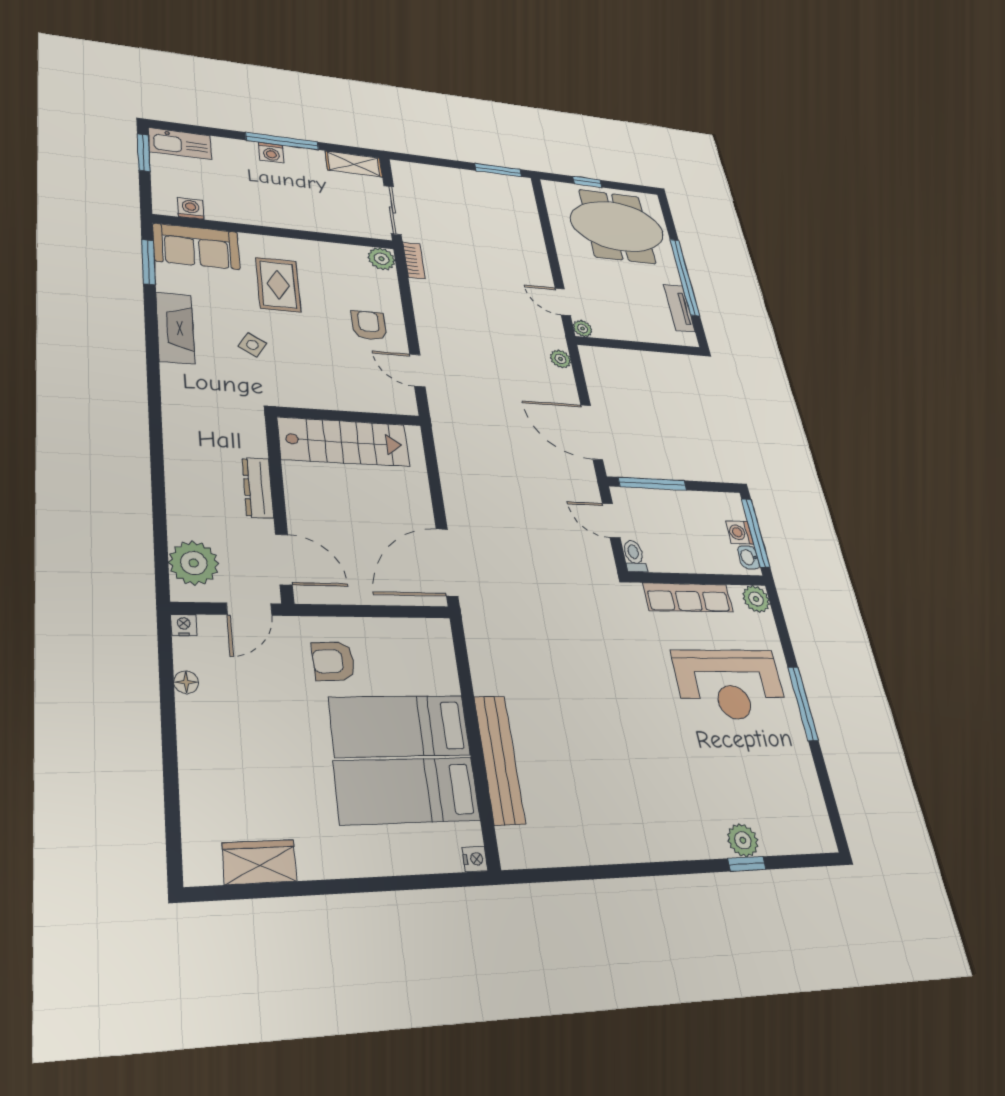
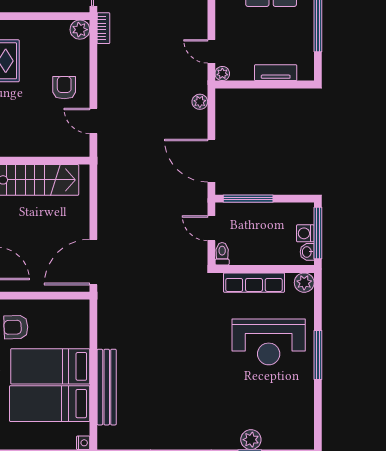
tv unit: (679, 308) -> (276, 73), moved, turned 90

